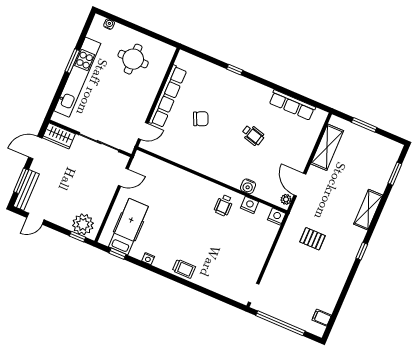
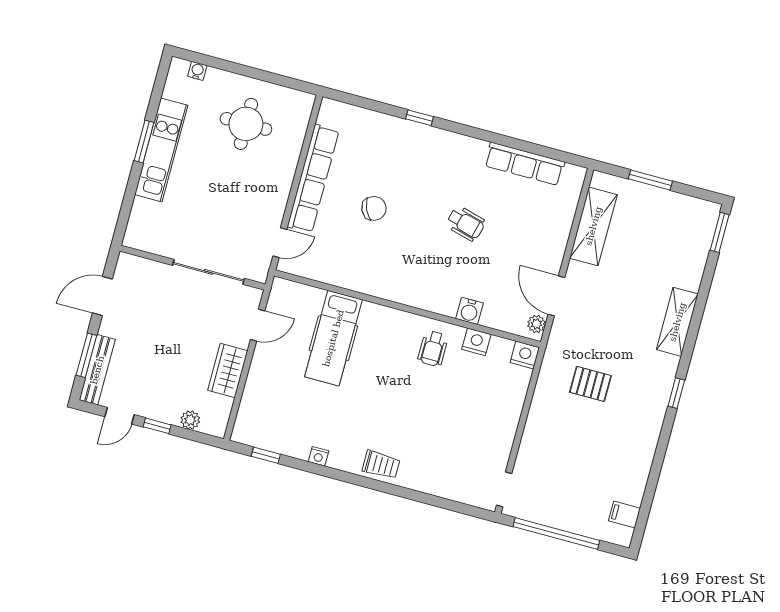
kitchen unit: (77, 77) -> (161, 150), width x0.73
wardrobe: (59, 136) -> (228, 370), moved, turned 90
window: (395, 174) -> (720, 232), moved
plant: (83, 224) -> (190, 420), width x0.53, depth x0.53
hospital bed: (128, 227) -> (333, 338), moved, turned 180
window: (77, 237) -> (157, 426), moved

